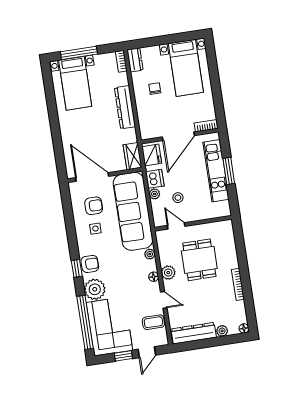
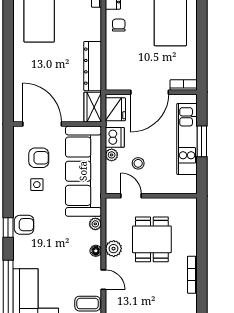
chair: (155, 89) -> (119, 25), moved
dresser: (125, 107) -> (93, 66), moved
plant: (95, 289) -> (25, 255), removed

